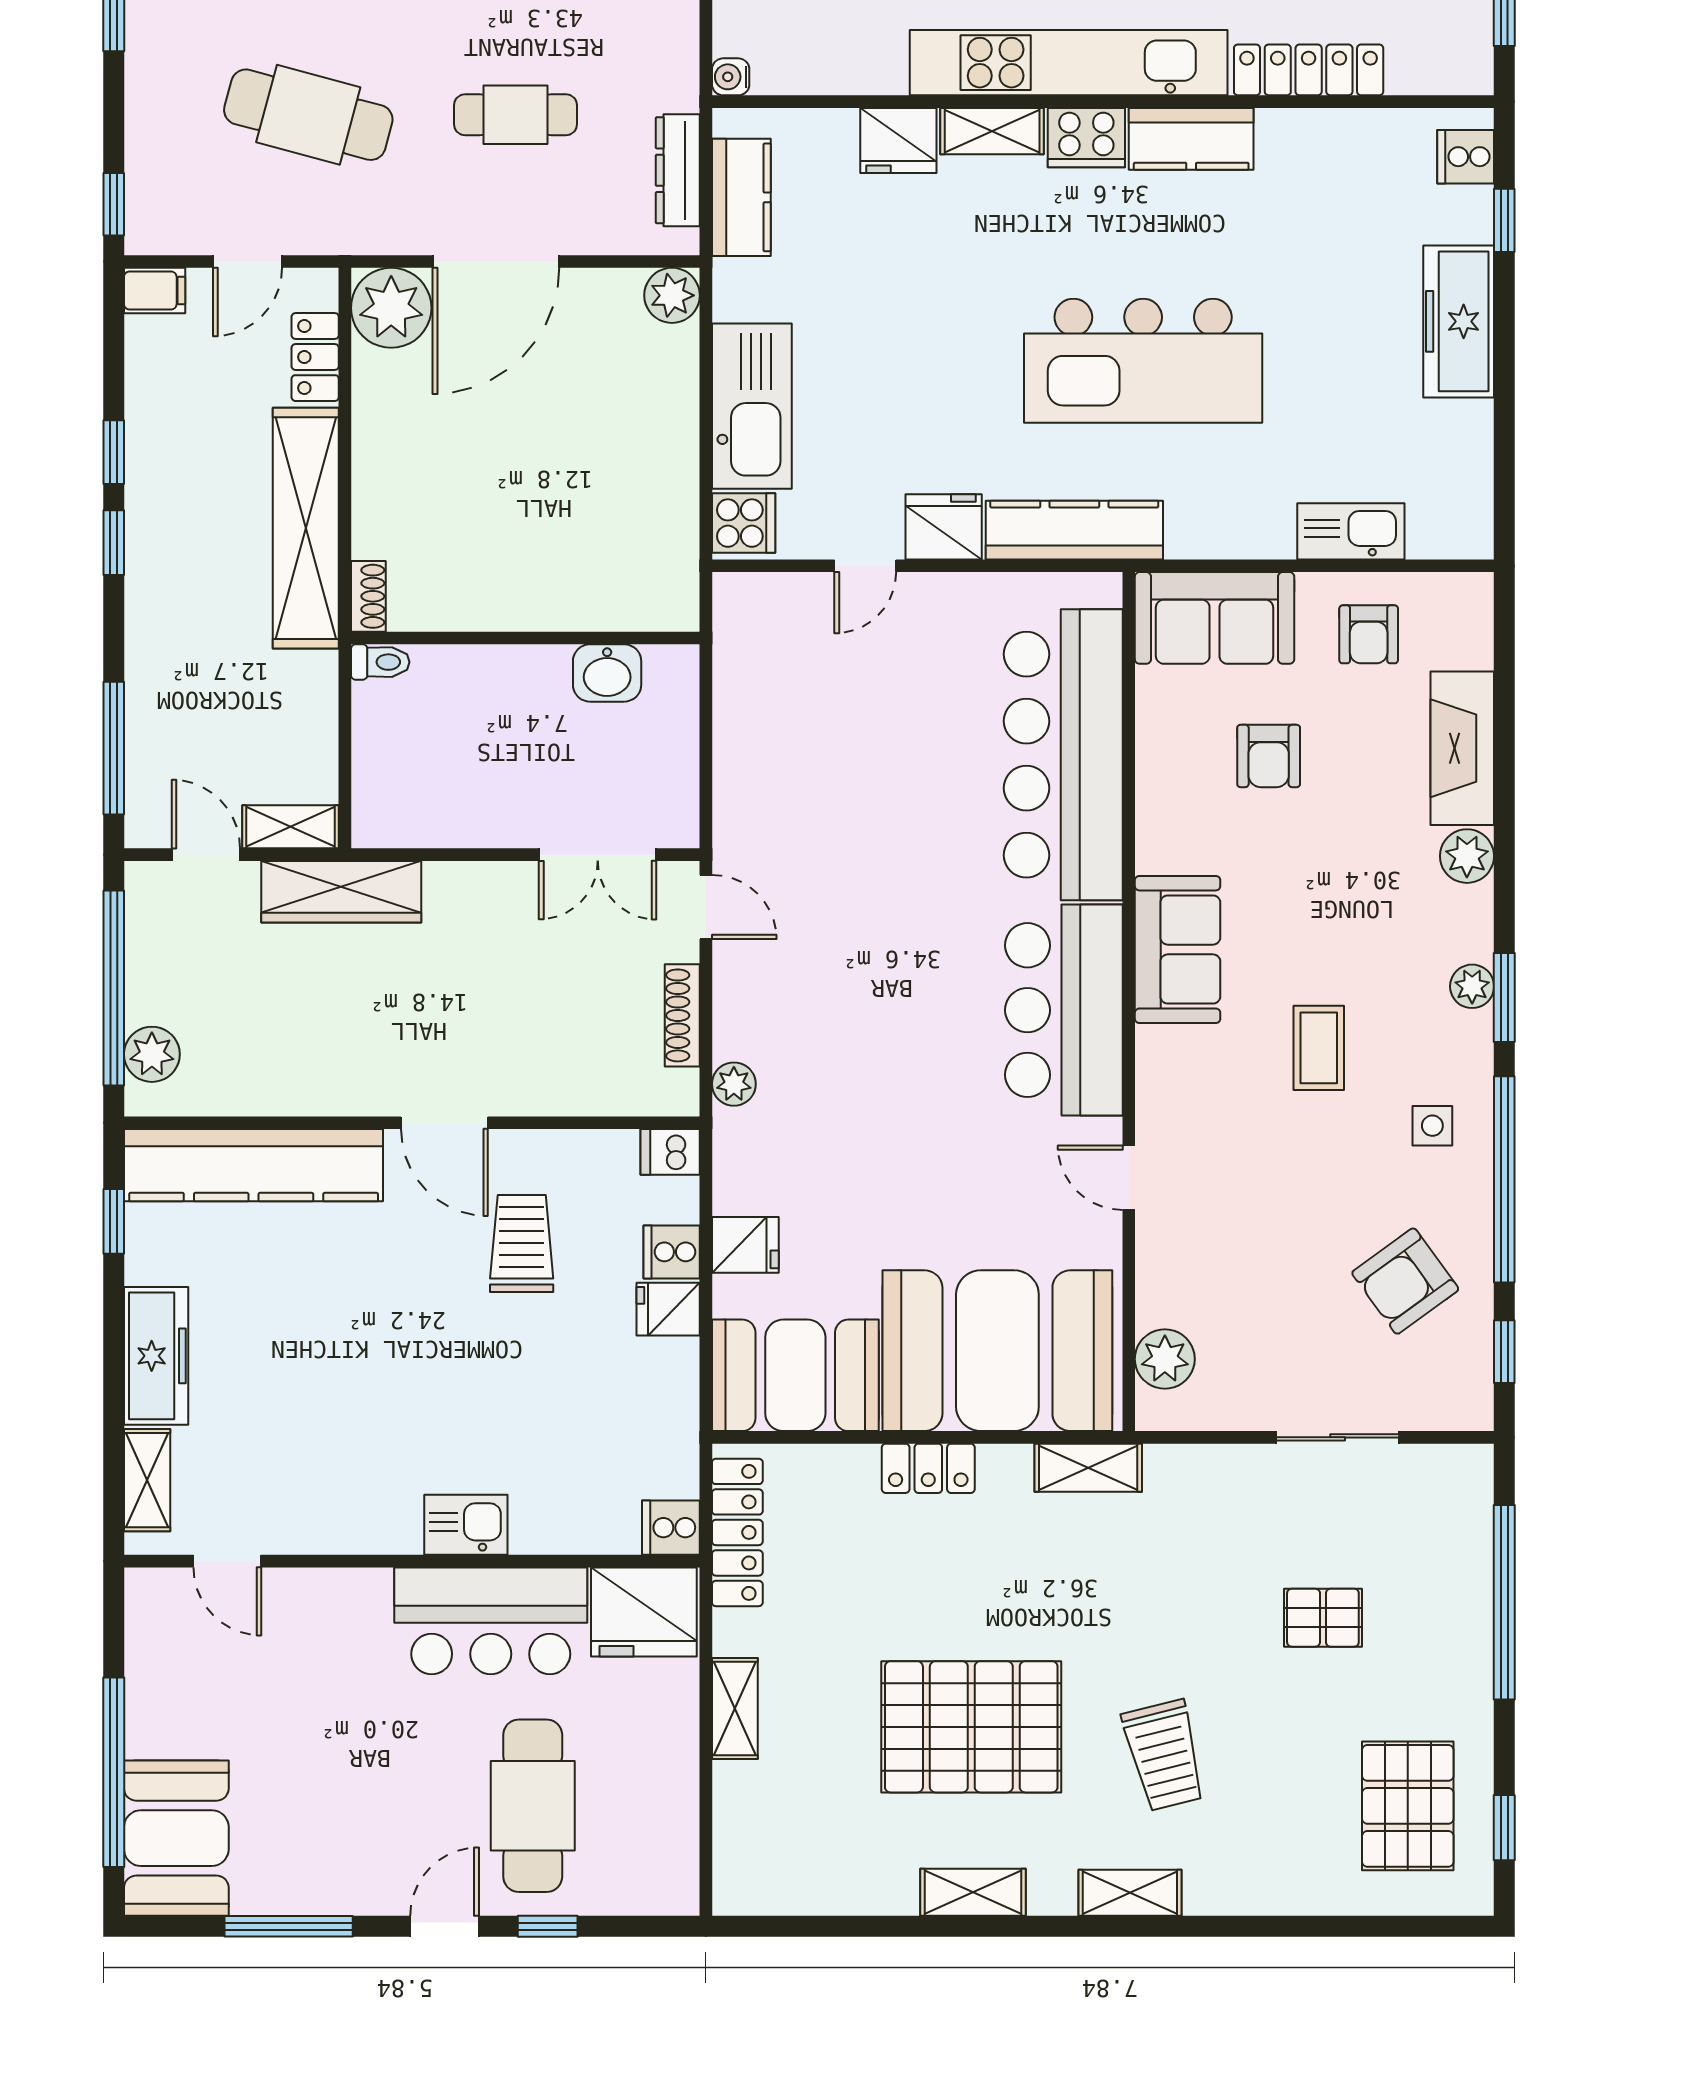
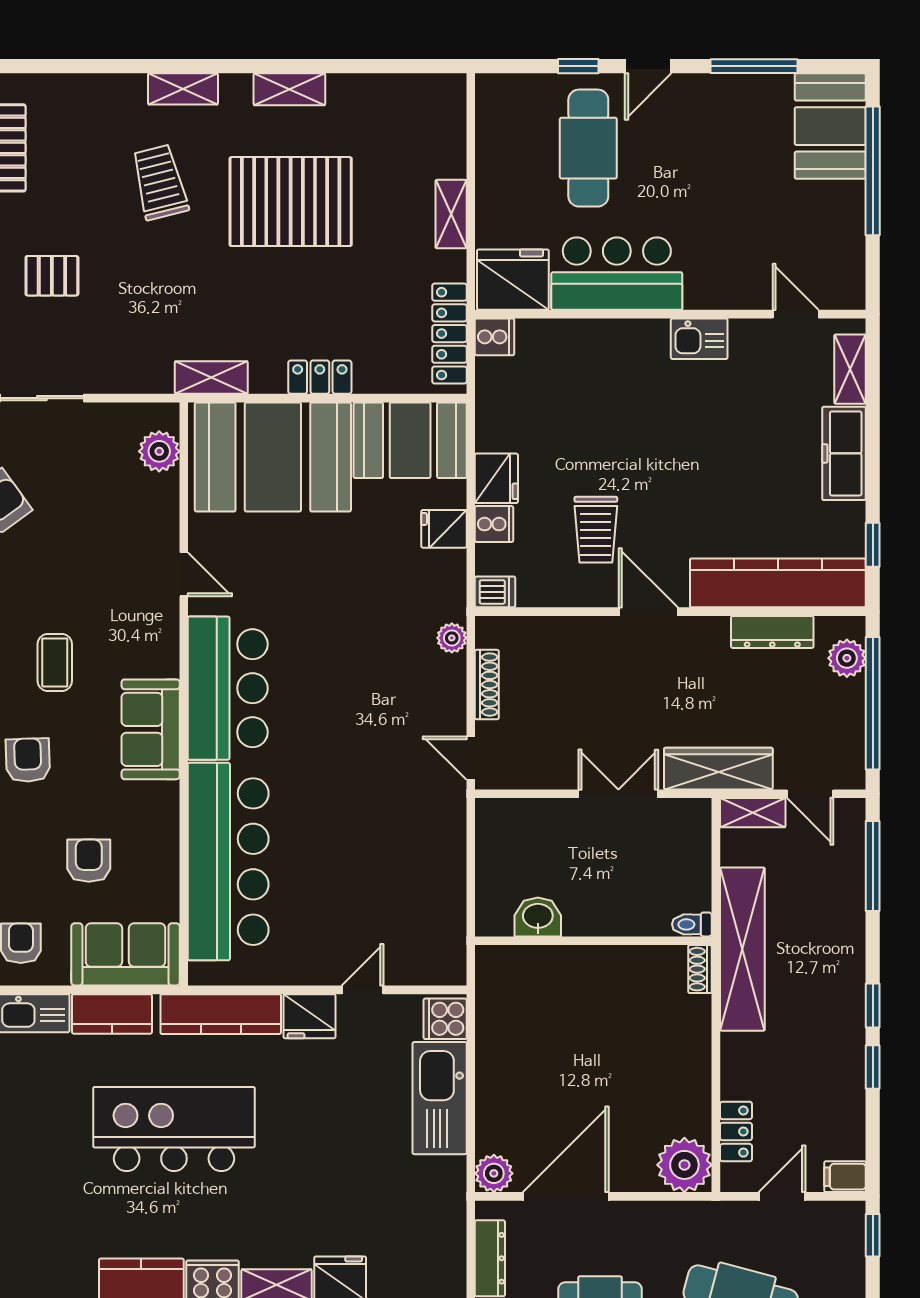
kitchen counter: (741, 197) -> (112, 1014), moved, turned -90
door: (496, 261) -> (566, 1196), moved
shelving: (306, 528) -> (742, 949), moved
double door: (598, 855) -> (618, 794), moved
armchair: (1358, 904) -> (28, 760), added
dresser: (262, 1093) -> (772, 632), added
fridge: (668, 1309) -> (496, 478), width x1.38
kitchen sink: (466, 1525) -> (699, 339), moved

